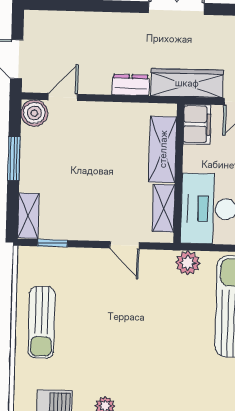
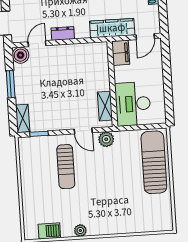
dresser: (131, 85) -> (63, 33), moved
shelving: (163, 149) -> (101, 70), removed
plant: (188, 263) -> (106, 139), moved
sun lounger: (42, 322) -> (66, 167), moved

